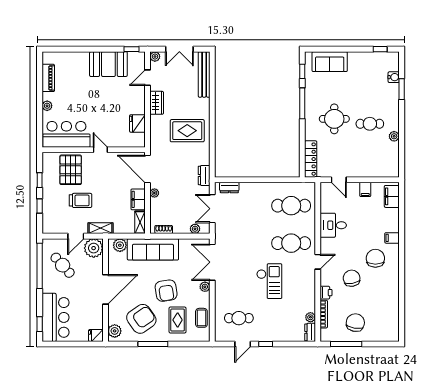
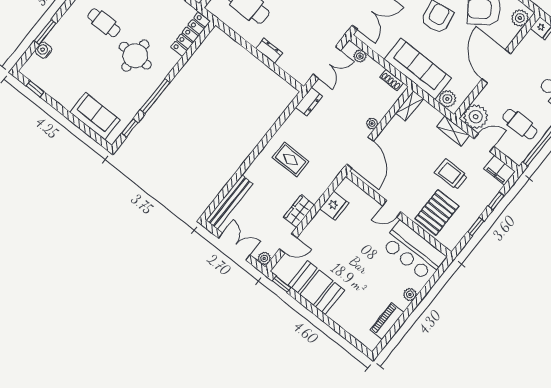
rug: (187, 131) -> (290, 159), width x0.73, depth x0.70
door: (100, 150) -> (392, 209), hinge flipped
dresser: (229, 188) -> (269, 51), moved
filing cabinet: (138, 199) -> (500, 170), moved, turned 90
cafe table: (63, 265) -> (520, 124), turned -48
door: (106, 289) -> (496, 66), hinge flipped

